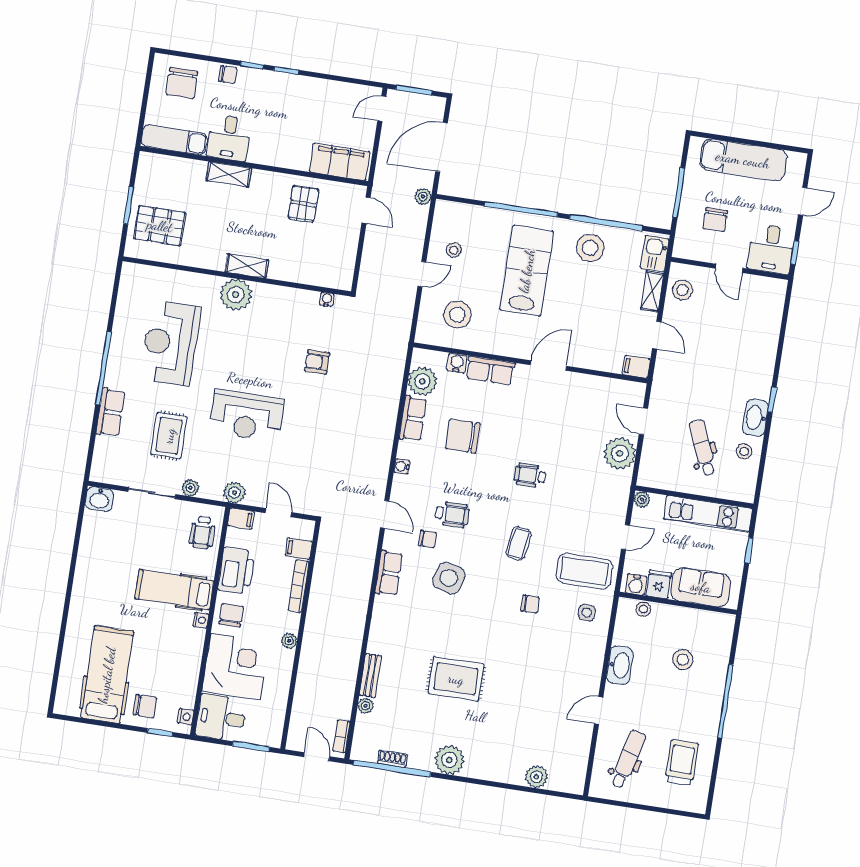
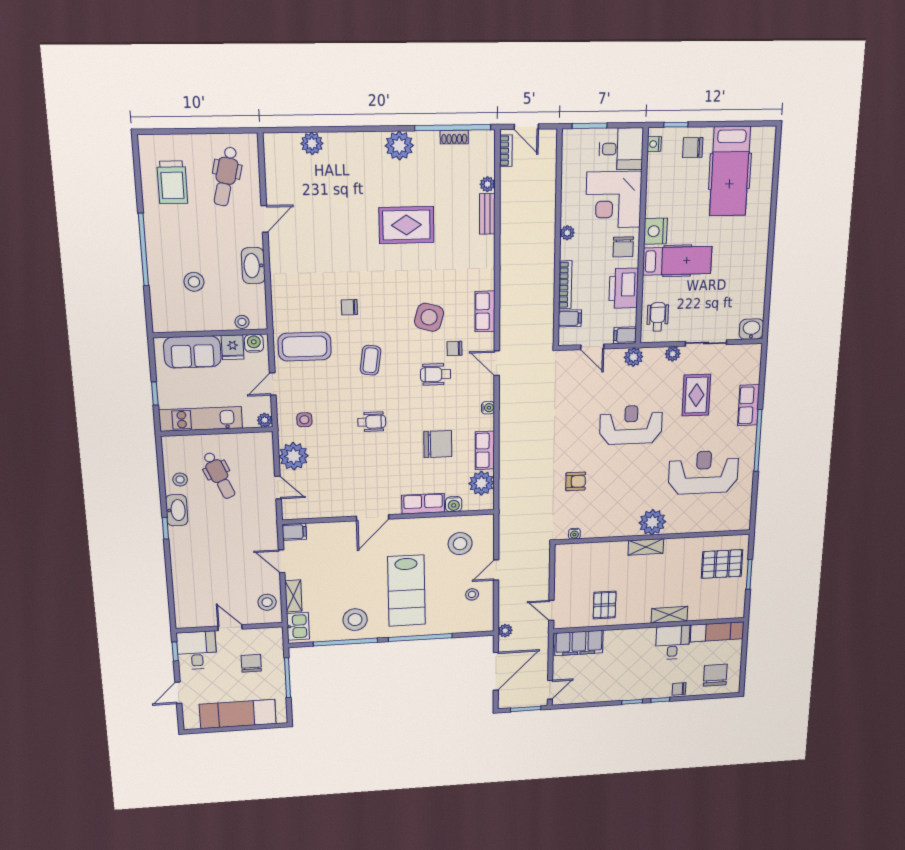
reception desk: (170, 343) -> (703, 472), turned -90
side table: (587, 613) -> (304, 420), moved
nightstand: (201, 620) -> (655, 231), width x1.89, depth x1.79

